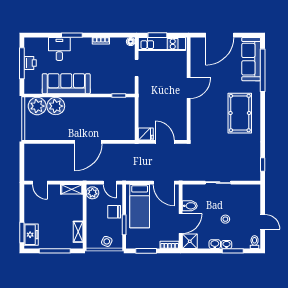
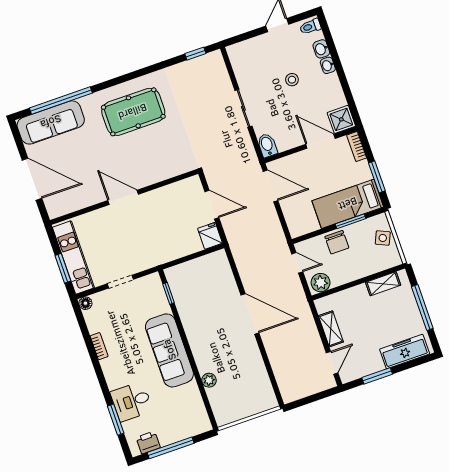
window: (72, 35) -> (116, 420), moved
printer: (30, 63) -> (148, 442), moved
sofa: (66, 84) -> (169, 350), moved
plant: (37, 106) -> (224, 405), removed
plant: (56, 106) -> (209, 380), width x0.53, depth x0.53
door: (165, 142) -> (212, 205), swing flipped
door: (110, 183) -> (297, 263), hinge flipped
door: (164, 183) -> (270, 186), hinge flipped
shelving: (72, 189) -> (331, 329), moved
bed: (140, 206) -> (348, 204), moved, turned 180
bidet: (190, 206) -> (267, 145), moved
window: (22, 232) -> (377, 376), moved
freezer: (31, 235) -> (405, 351), width x1.40
washbasin: (215, 244) -> (321, 49), moved
window: (233, 251) -> (334, 53), removed

